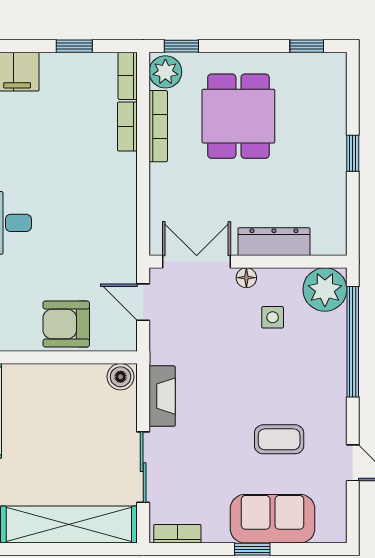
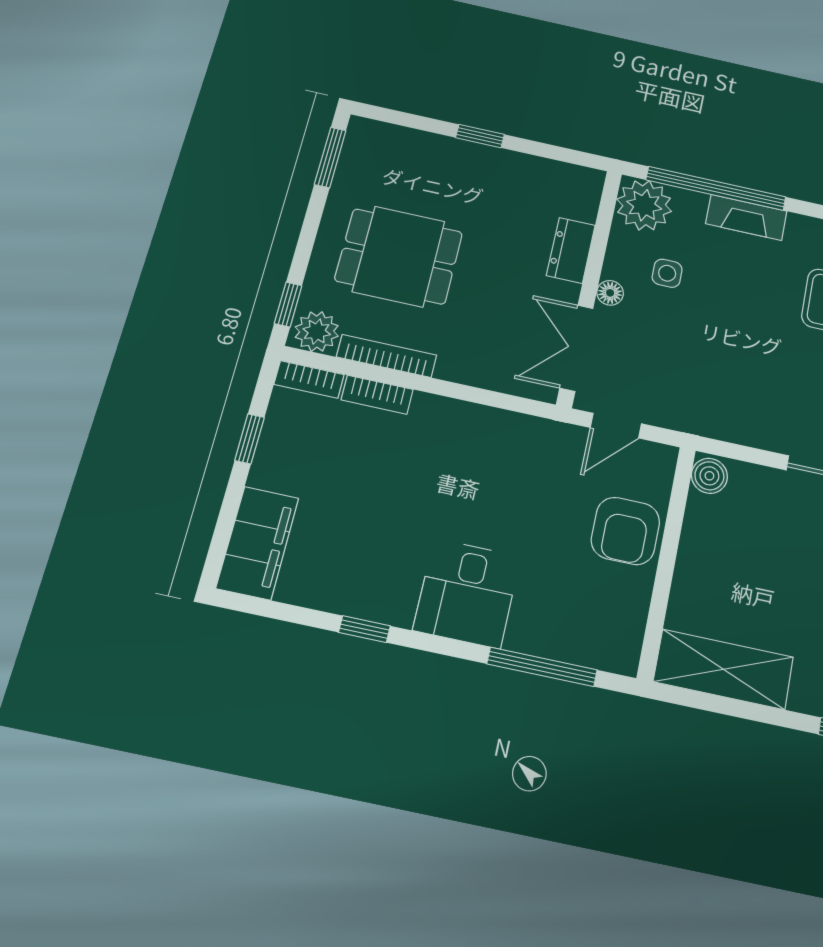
window: (307, 46) -> (330, 157), width x1.50
dresser: (274, 242) -> (571, 250), width x0.70
fireplace: (162, 396) -> (746, 217), moved, turned 180

